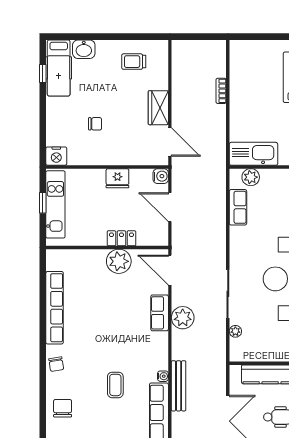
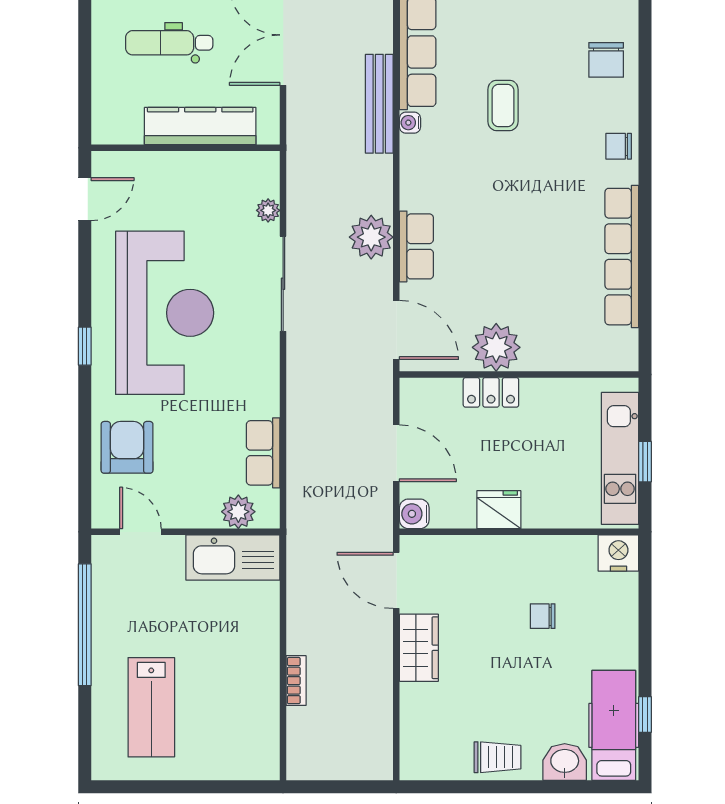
trolley: (134, 62) -> (497, 757), moved
chair: (56, 364) -> (619, 146), turned -81

